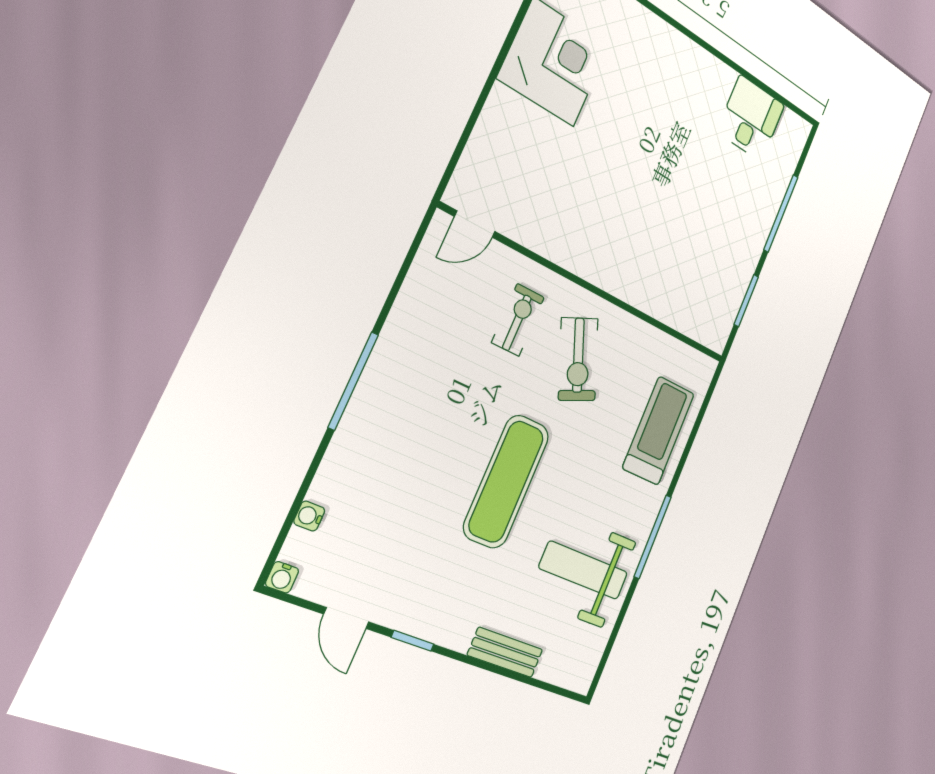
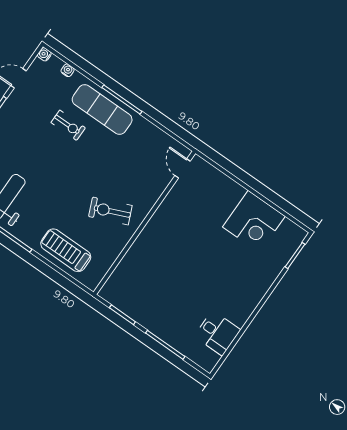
exercise bike: (518, 320) -> (68, 125), moved
treadmill: (659, 431) -> (66, 250), turned 180
exercise mat: (506, 481) -> (102, 109), moved

